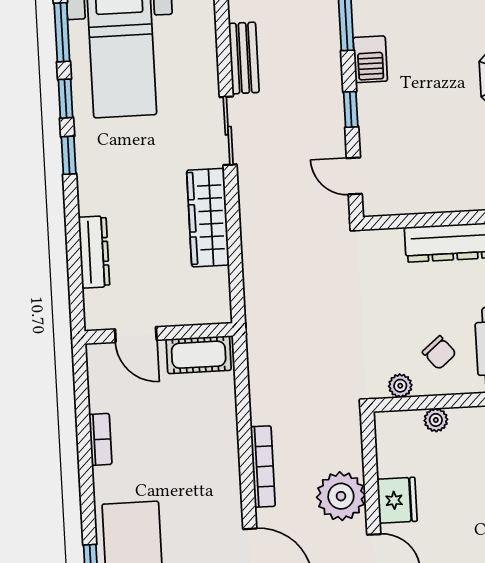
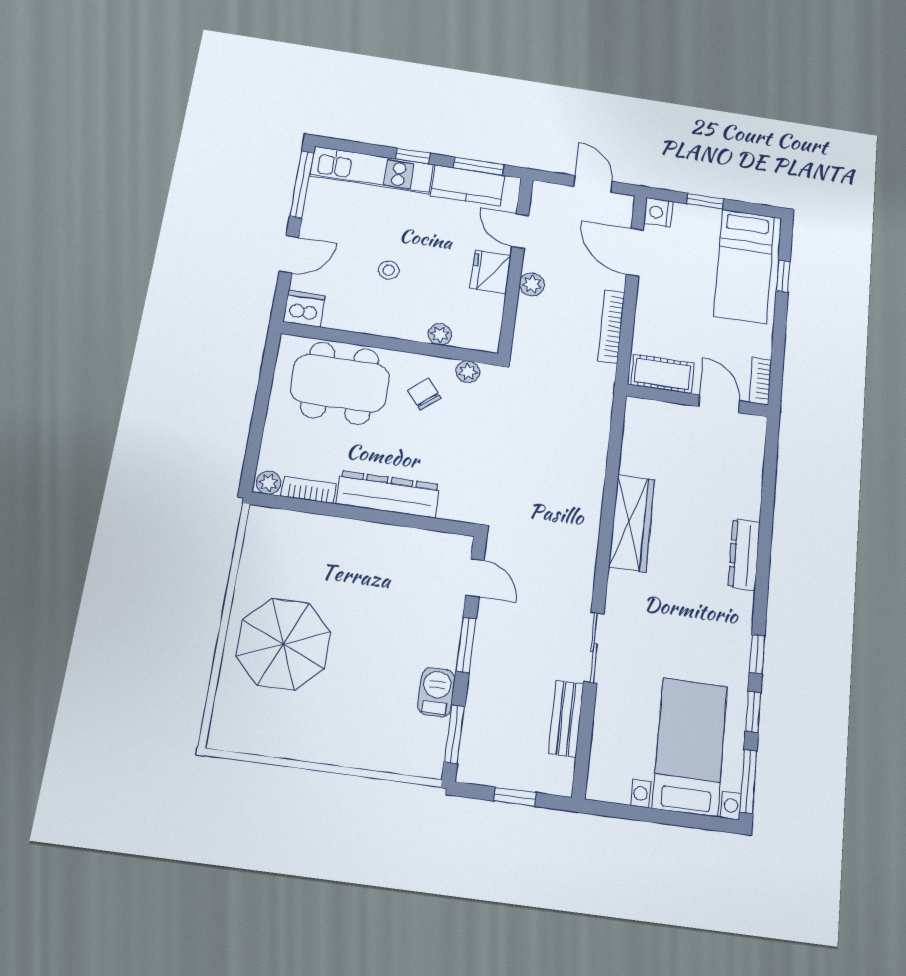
window: (351, 109) -> (466, 645), width x1.50
wardrobe: (208, 218) -> (632, 523), moved
wall: (159, 333) -> (697, 401), moved
door: (136, 335) -> (719, 404), moved
cot: (199, 355) -> (663, 374), moved
plant: (341, 496) -> (532, 284), width x0.53, depth x0.53

